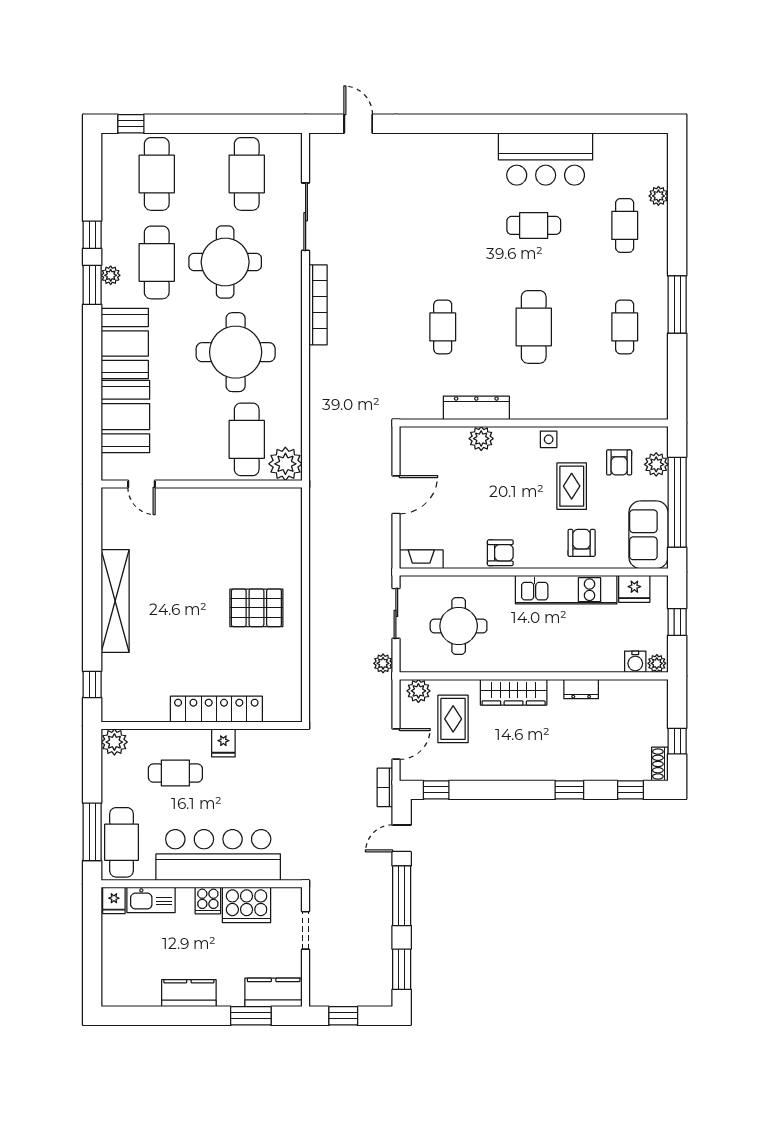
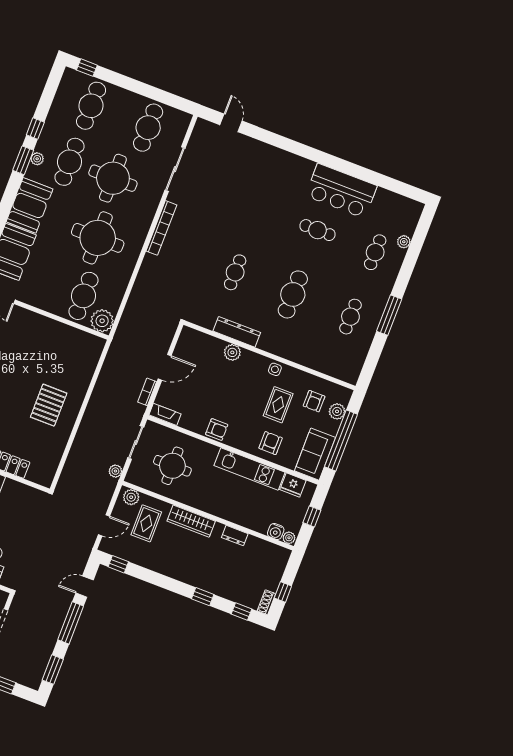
pallet: (256, 608) -> (49, 405), turned 90
bookcase: (385, 787) -> (147, 392), moved

